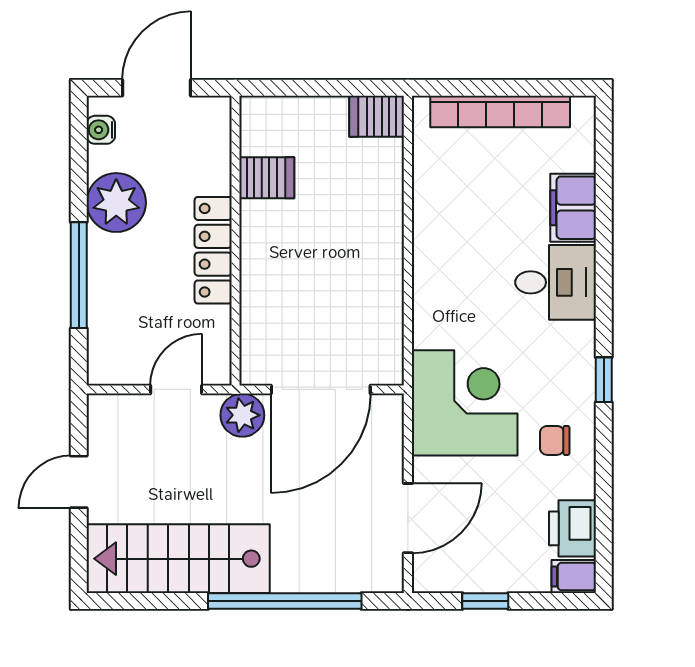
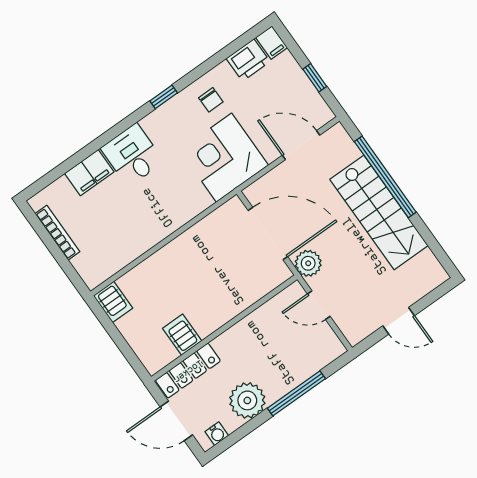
bookcase: (500, 111) -> (57, 233), width x0.68, depth x0.76
locker: (213, 250) -> (188, 371), moved
stairs: (178, 559) -> (379, 213), moved

